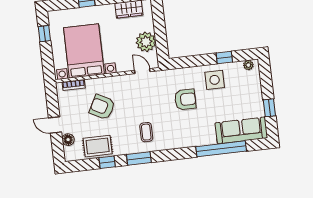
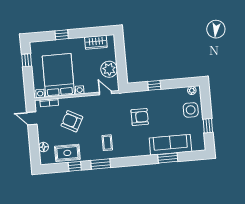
window: (224, 57) -> (154, 85), moved
side table: (215, 80) -> (191, 110), moved
door: (55, 125) -> (32, 118), moved
sofa: (241, 130) -> (170, 145), moved
window: (221, 149) -> (168, 158), width x0.47

